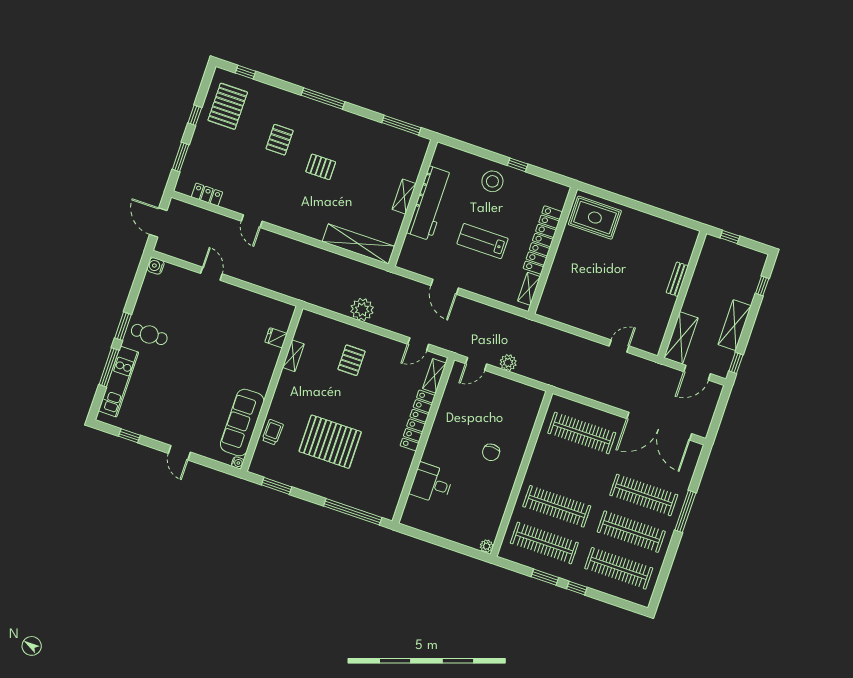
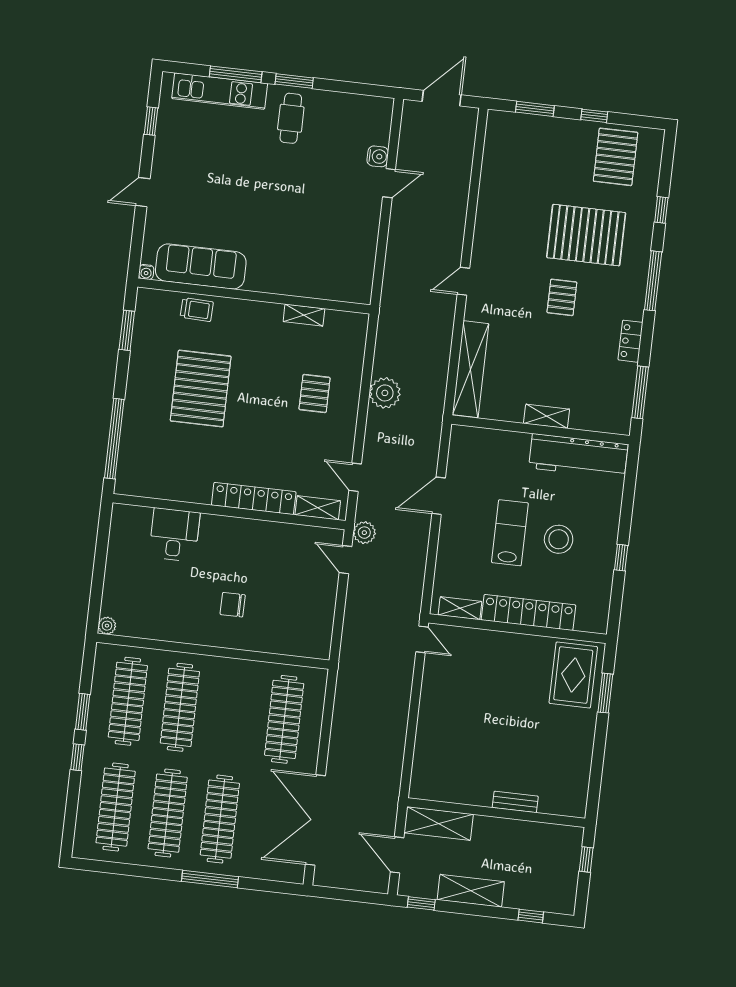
window: (245, 72) -> (661, 210), moved
pallet: (228, 106) -> (616, 157), turned 90
pallet: (280, 140) -> (586, 235), width x2.05, depth x2.00
stool: (492, 181) -> (559, 539), moved
locker: (207, 195) -> (630, 341), moved, turned 180
window: (613, 197) -> (605, 693), added
workbench: (430, 203) -> (578, 456), moved
door: (252, 221) -> (463, 281), moved
water cooler: (156, 266) -> (378, 156), moved, turned 90
fridge: (276, 338) -> (323, 287), removed
door: (619, 346) -> (422, 639), moved
pallet: (351, 360) -> (315, 394), turned 90
plant: (508, 363) -> (364, 533), moved

